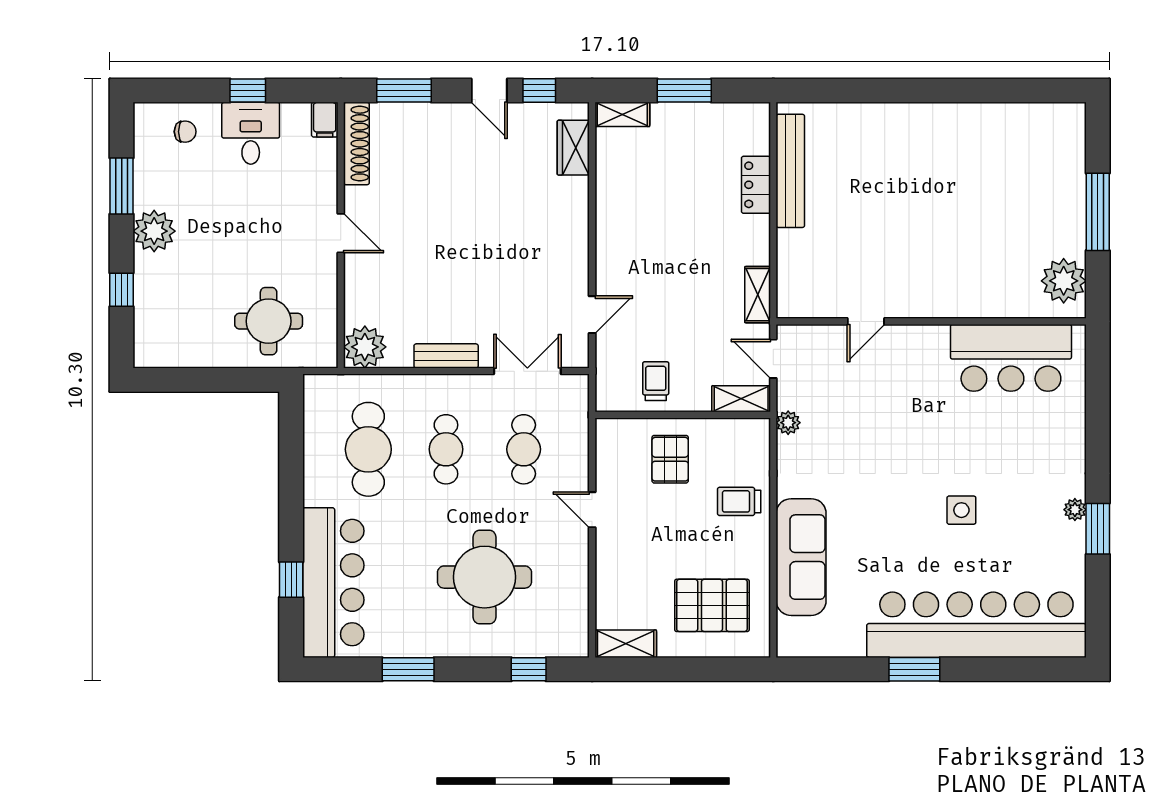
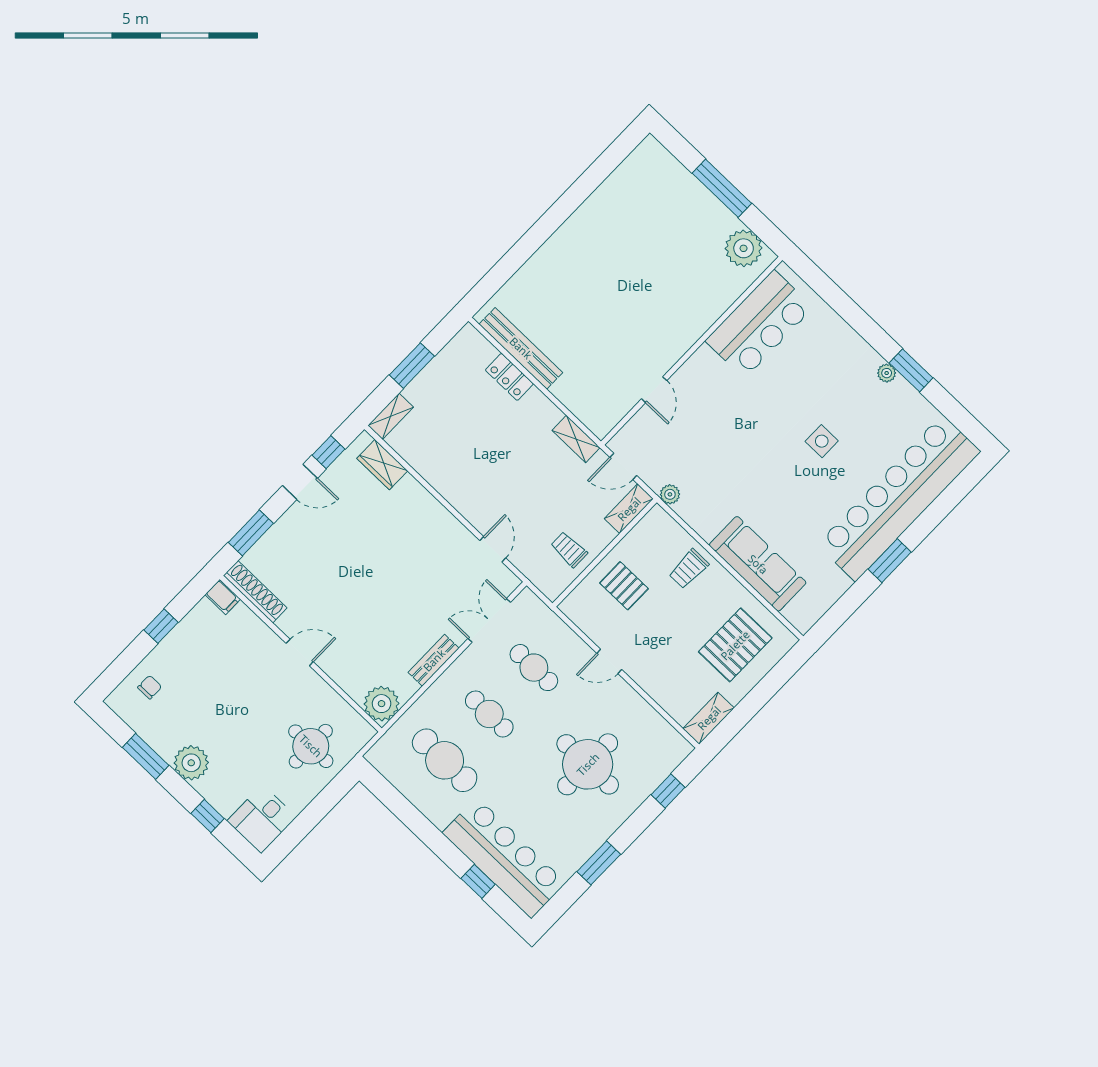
desk: (251, 133) -> (262, 819), moved, turned -90

